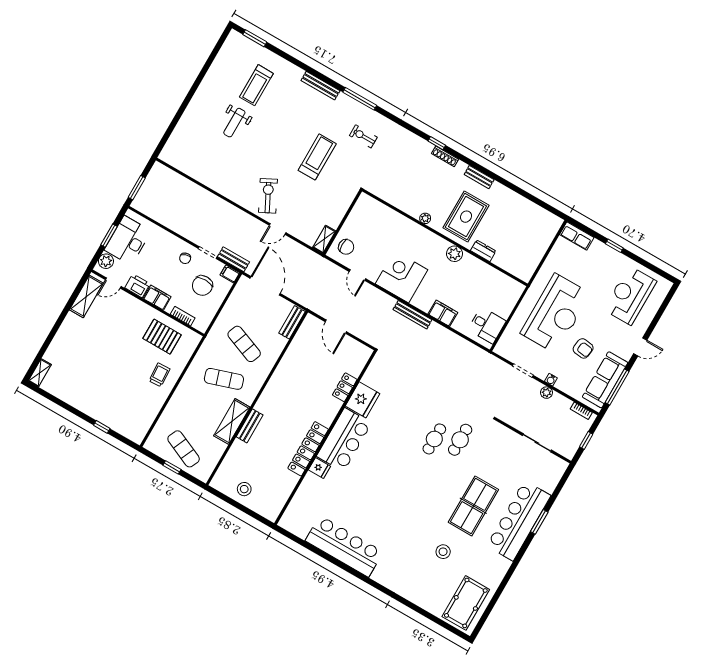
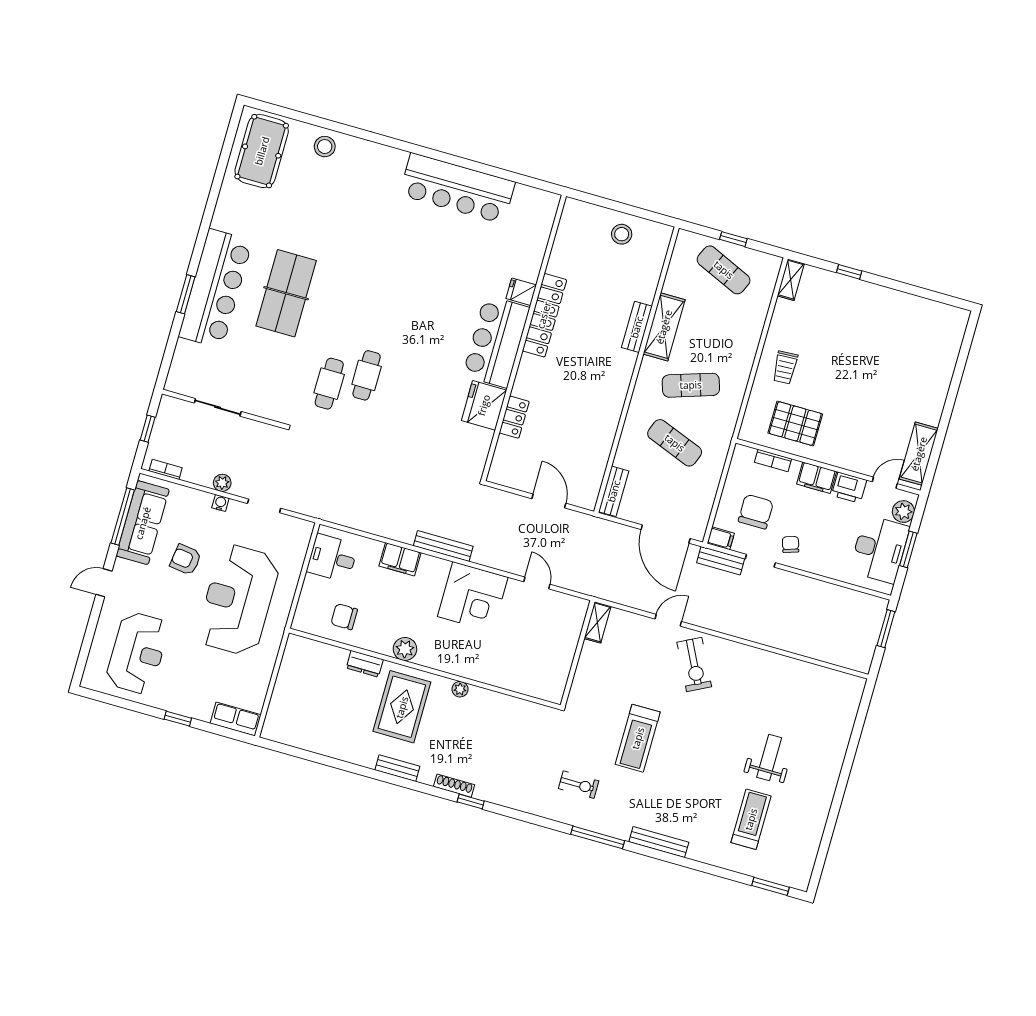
chair: (346, 247) -> (344, 617), moved
shelving: (40, 373) -> (791, 280), moved
stool: (443, 552) -> (325, 147), moved

